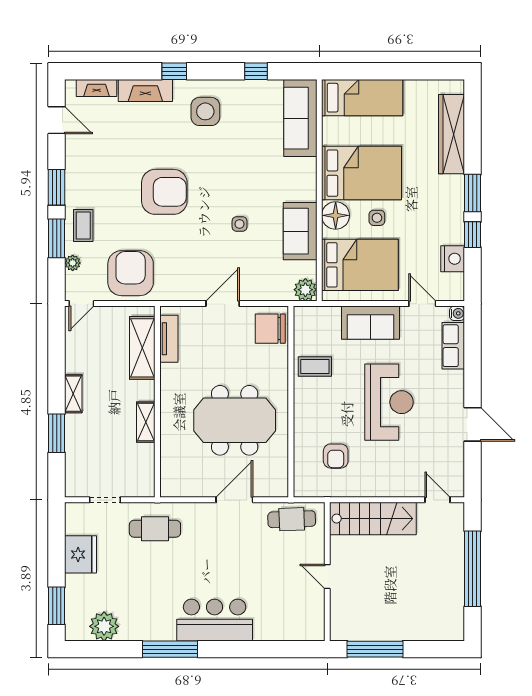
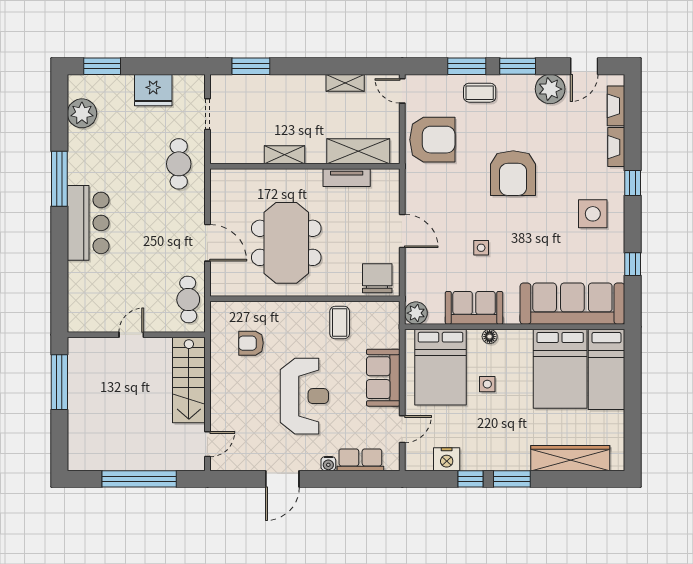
fireplace: (145, 91) -> (616, 147), width x0.73, depth x0.76
sofa: (300, 118) -> (572, 304), width x1.36, depth x1.27
bed: (361, 173) -> (560, 369), moved
floor lamp: (336, 215) -> (490, 337), width x0.53, depth x0.53
plant: (73, 263) -> (550, 89), moved, width x1.87, depth x1.87
water cooler: (457, 313) -> (328, 464), moved
tv unit: (169, 339) -> (347, 178), moved
shelving: (73, 394) -> (345, 83), moved
reception desk: (389, 402) -> (304, 396), turned -90
window: (57, 433) -> (251, 66), moved

